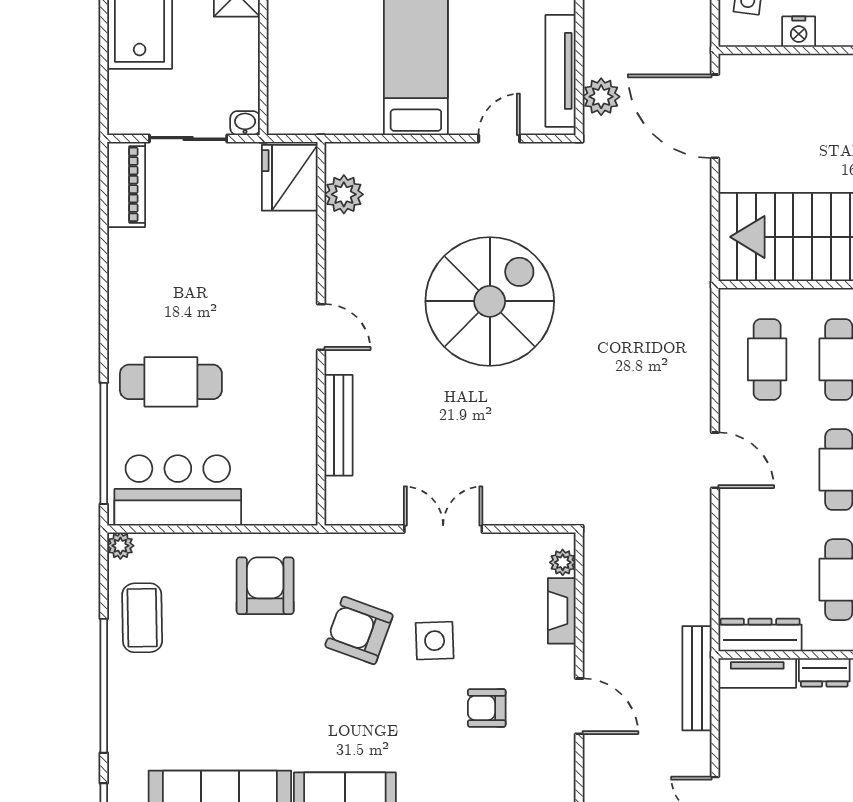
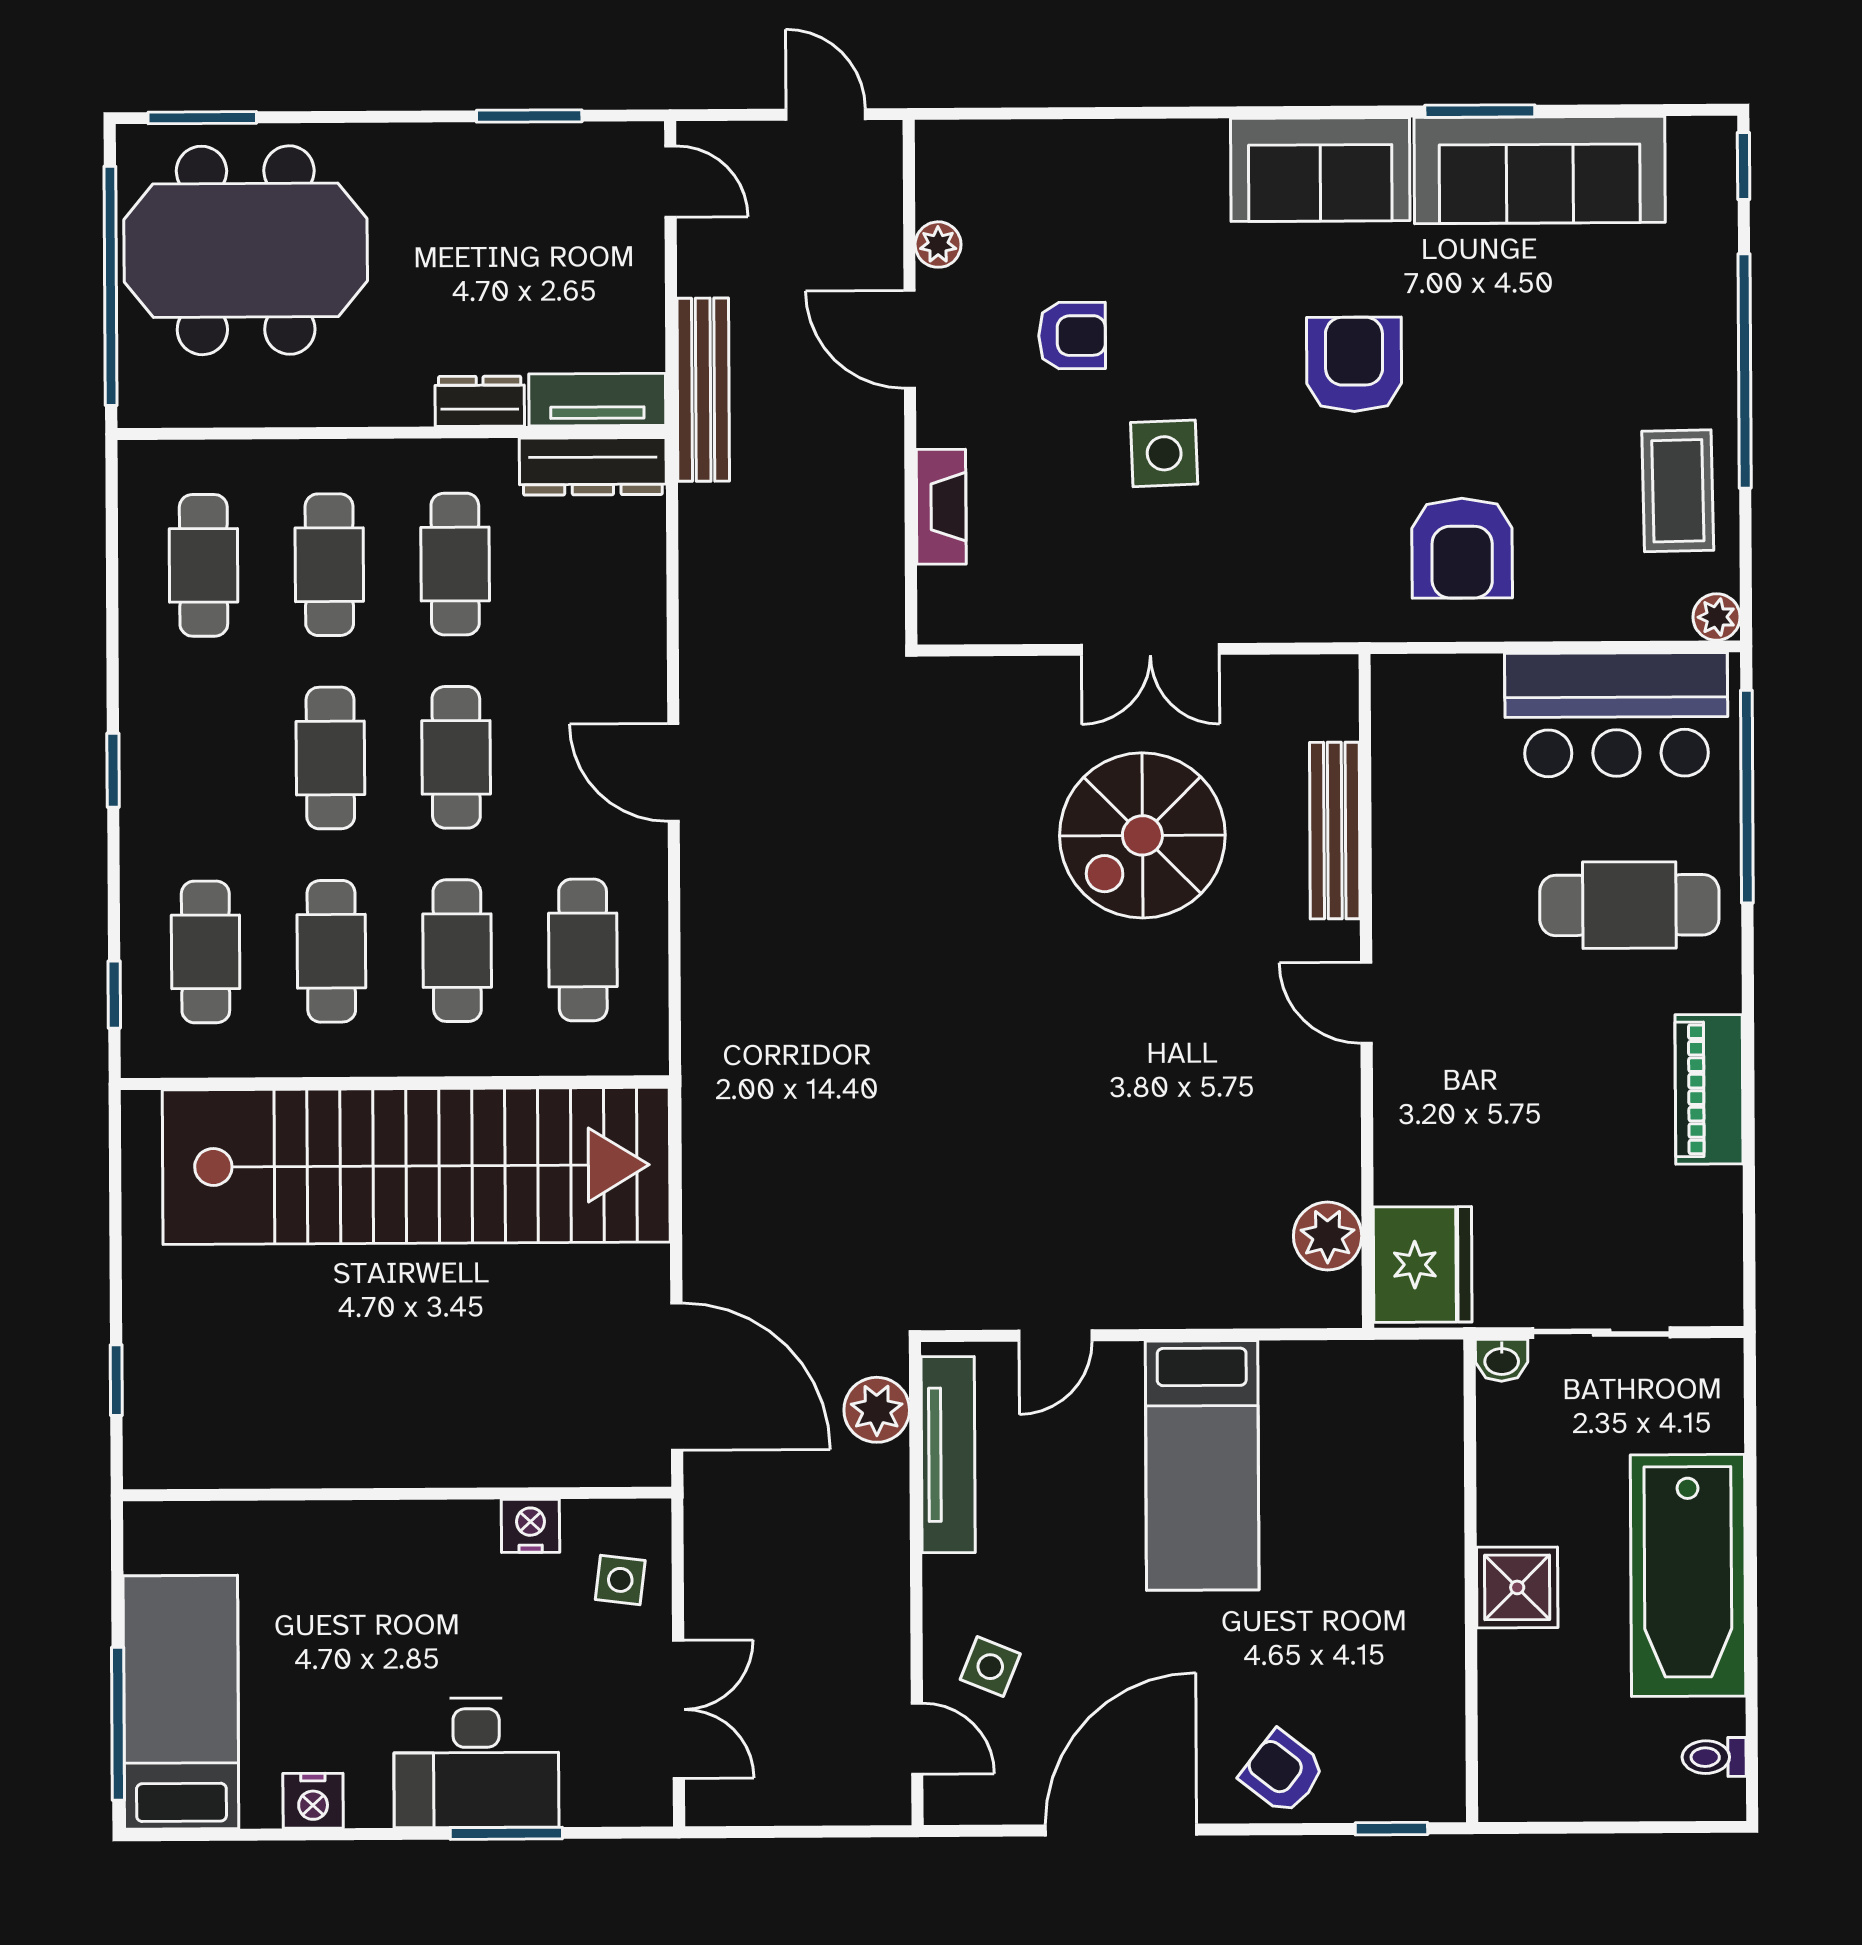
piano: (126, 184) -> (1709, 1089), moved
spiral stairs: (490, 301) -> (1142, 835), moved, width x0.73, depth x0.73
plant: (563, 562) -> (938, 245), moved
armchair: (359, 630) -> (1354, 364), moved, turned -110

